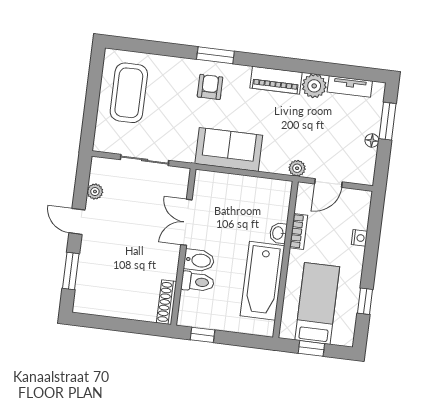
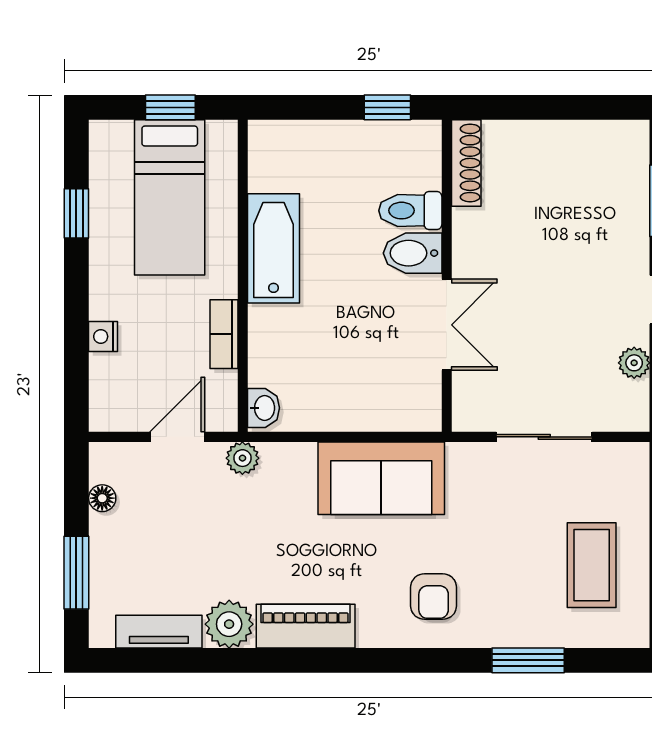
window: (215, 55) -> (528, 660), moved
coffee table: (129, 93) -> (592, 565), width x0.73, depth x0.76
floor lamp: (372, 141) -> (102, 498), moved
washbasin: (278, 233) -> (264, 408), moved
bathtub: (263, 281) -> (274, 248), width x0.73, depth x0.73

